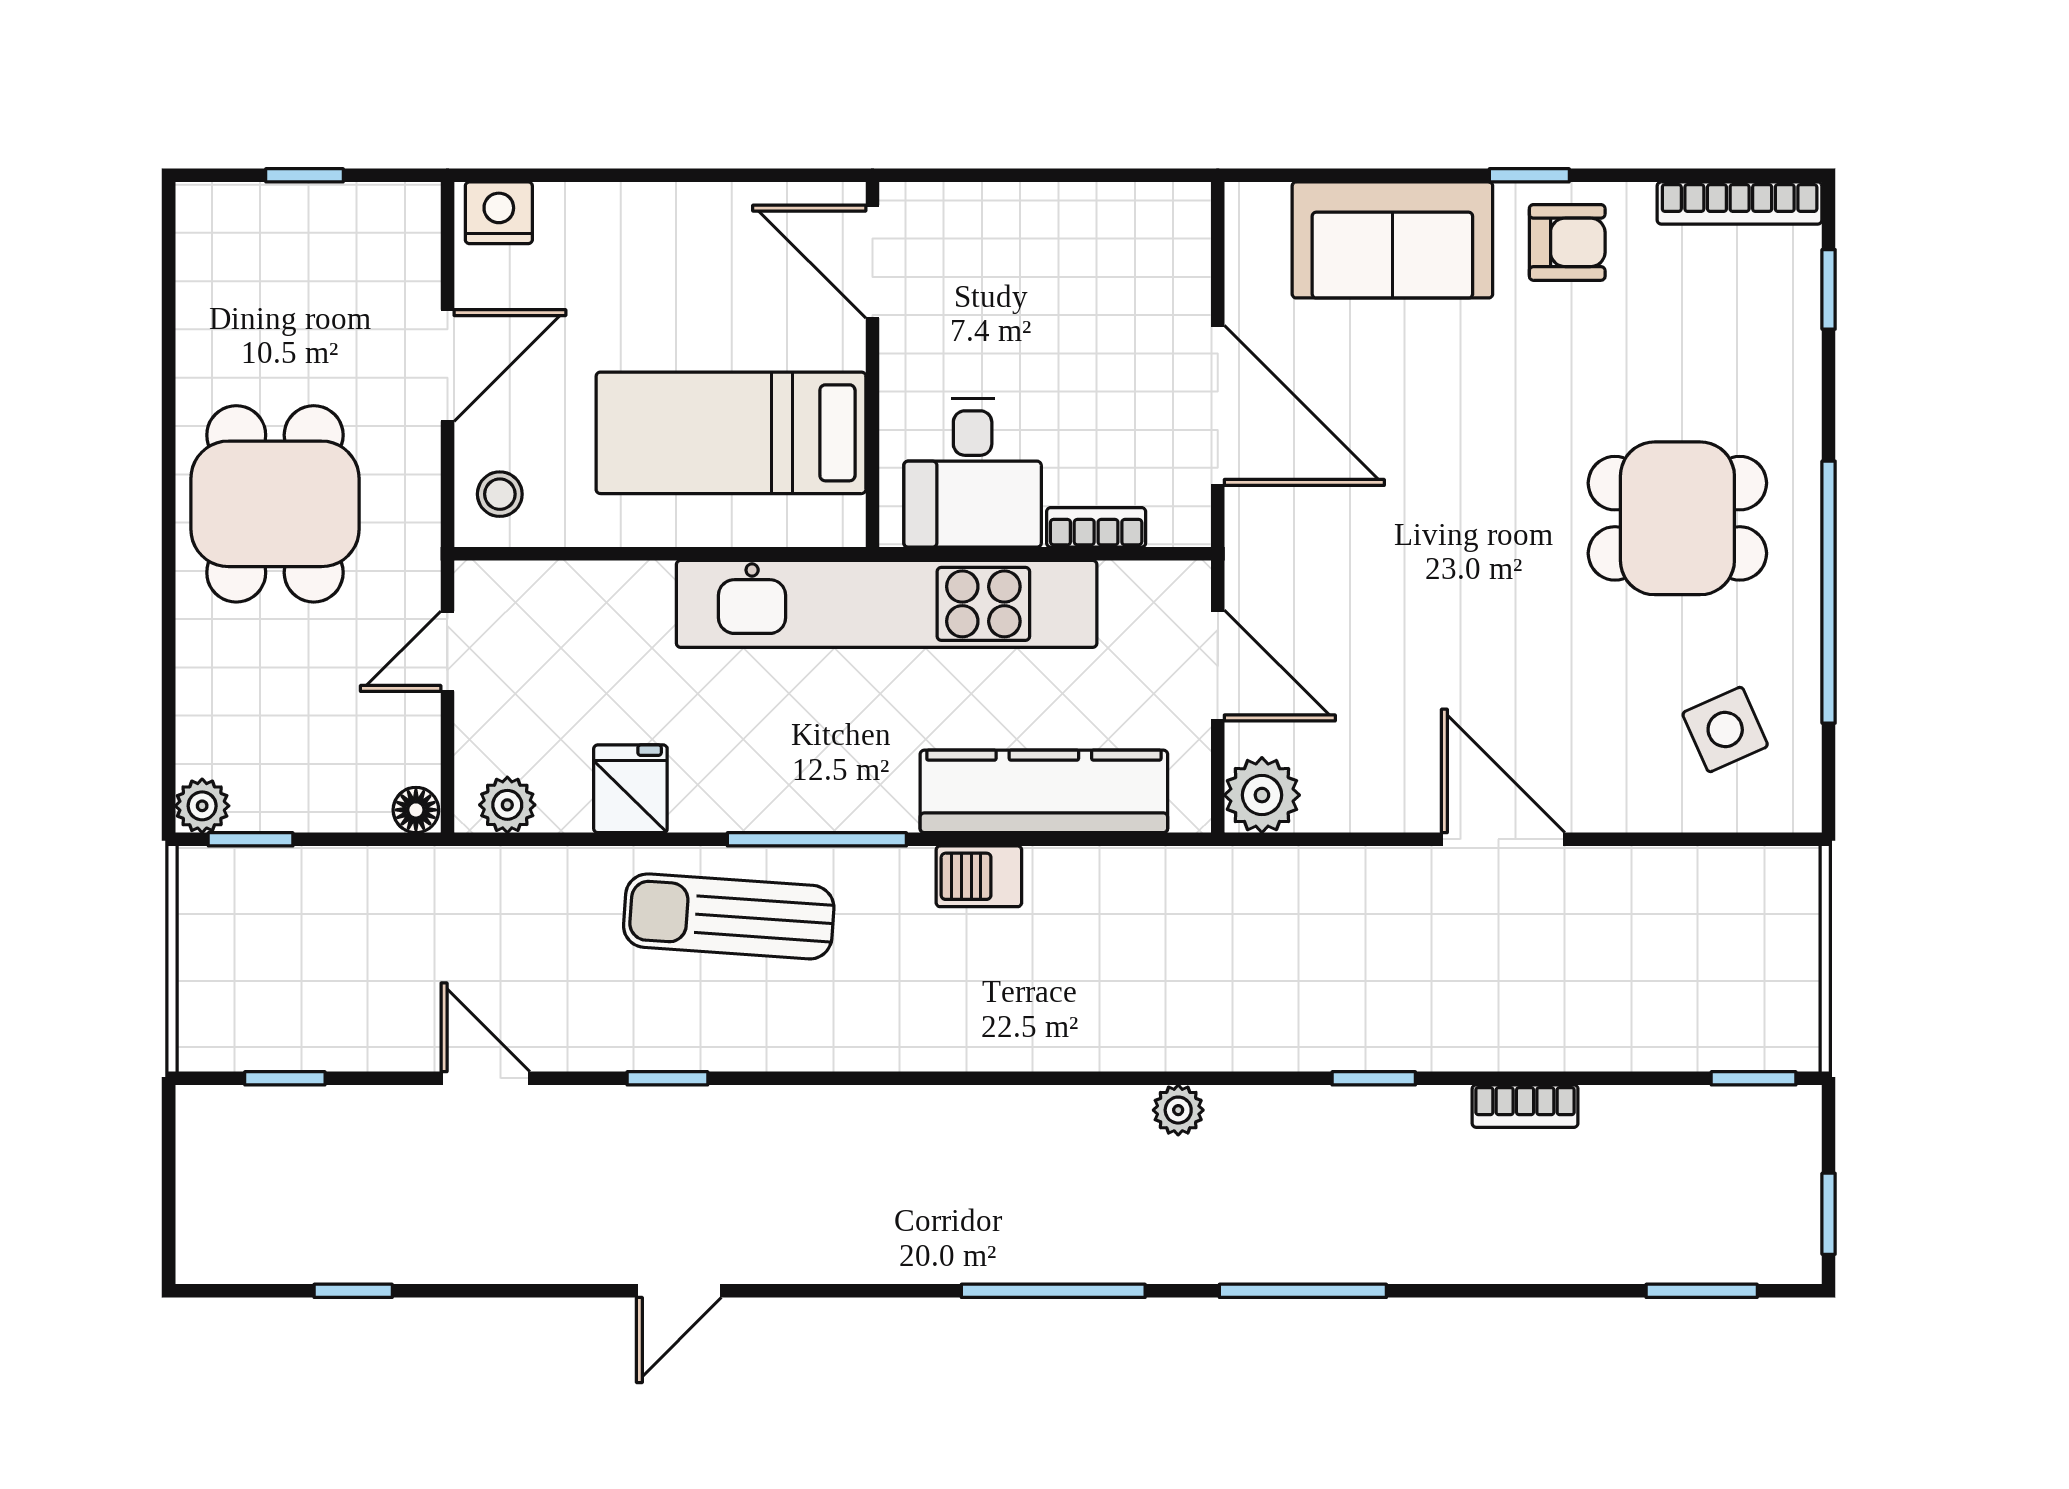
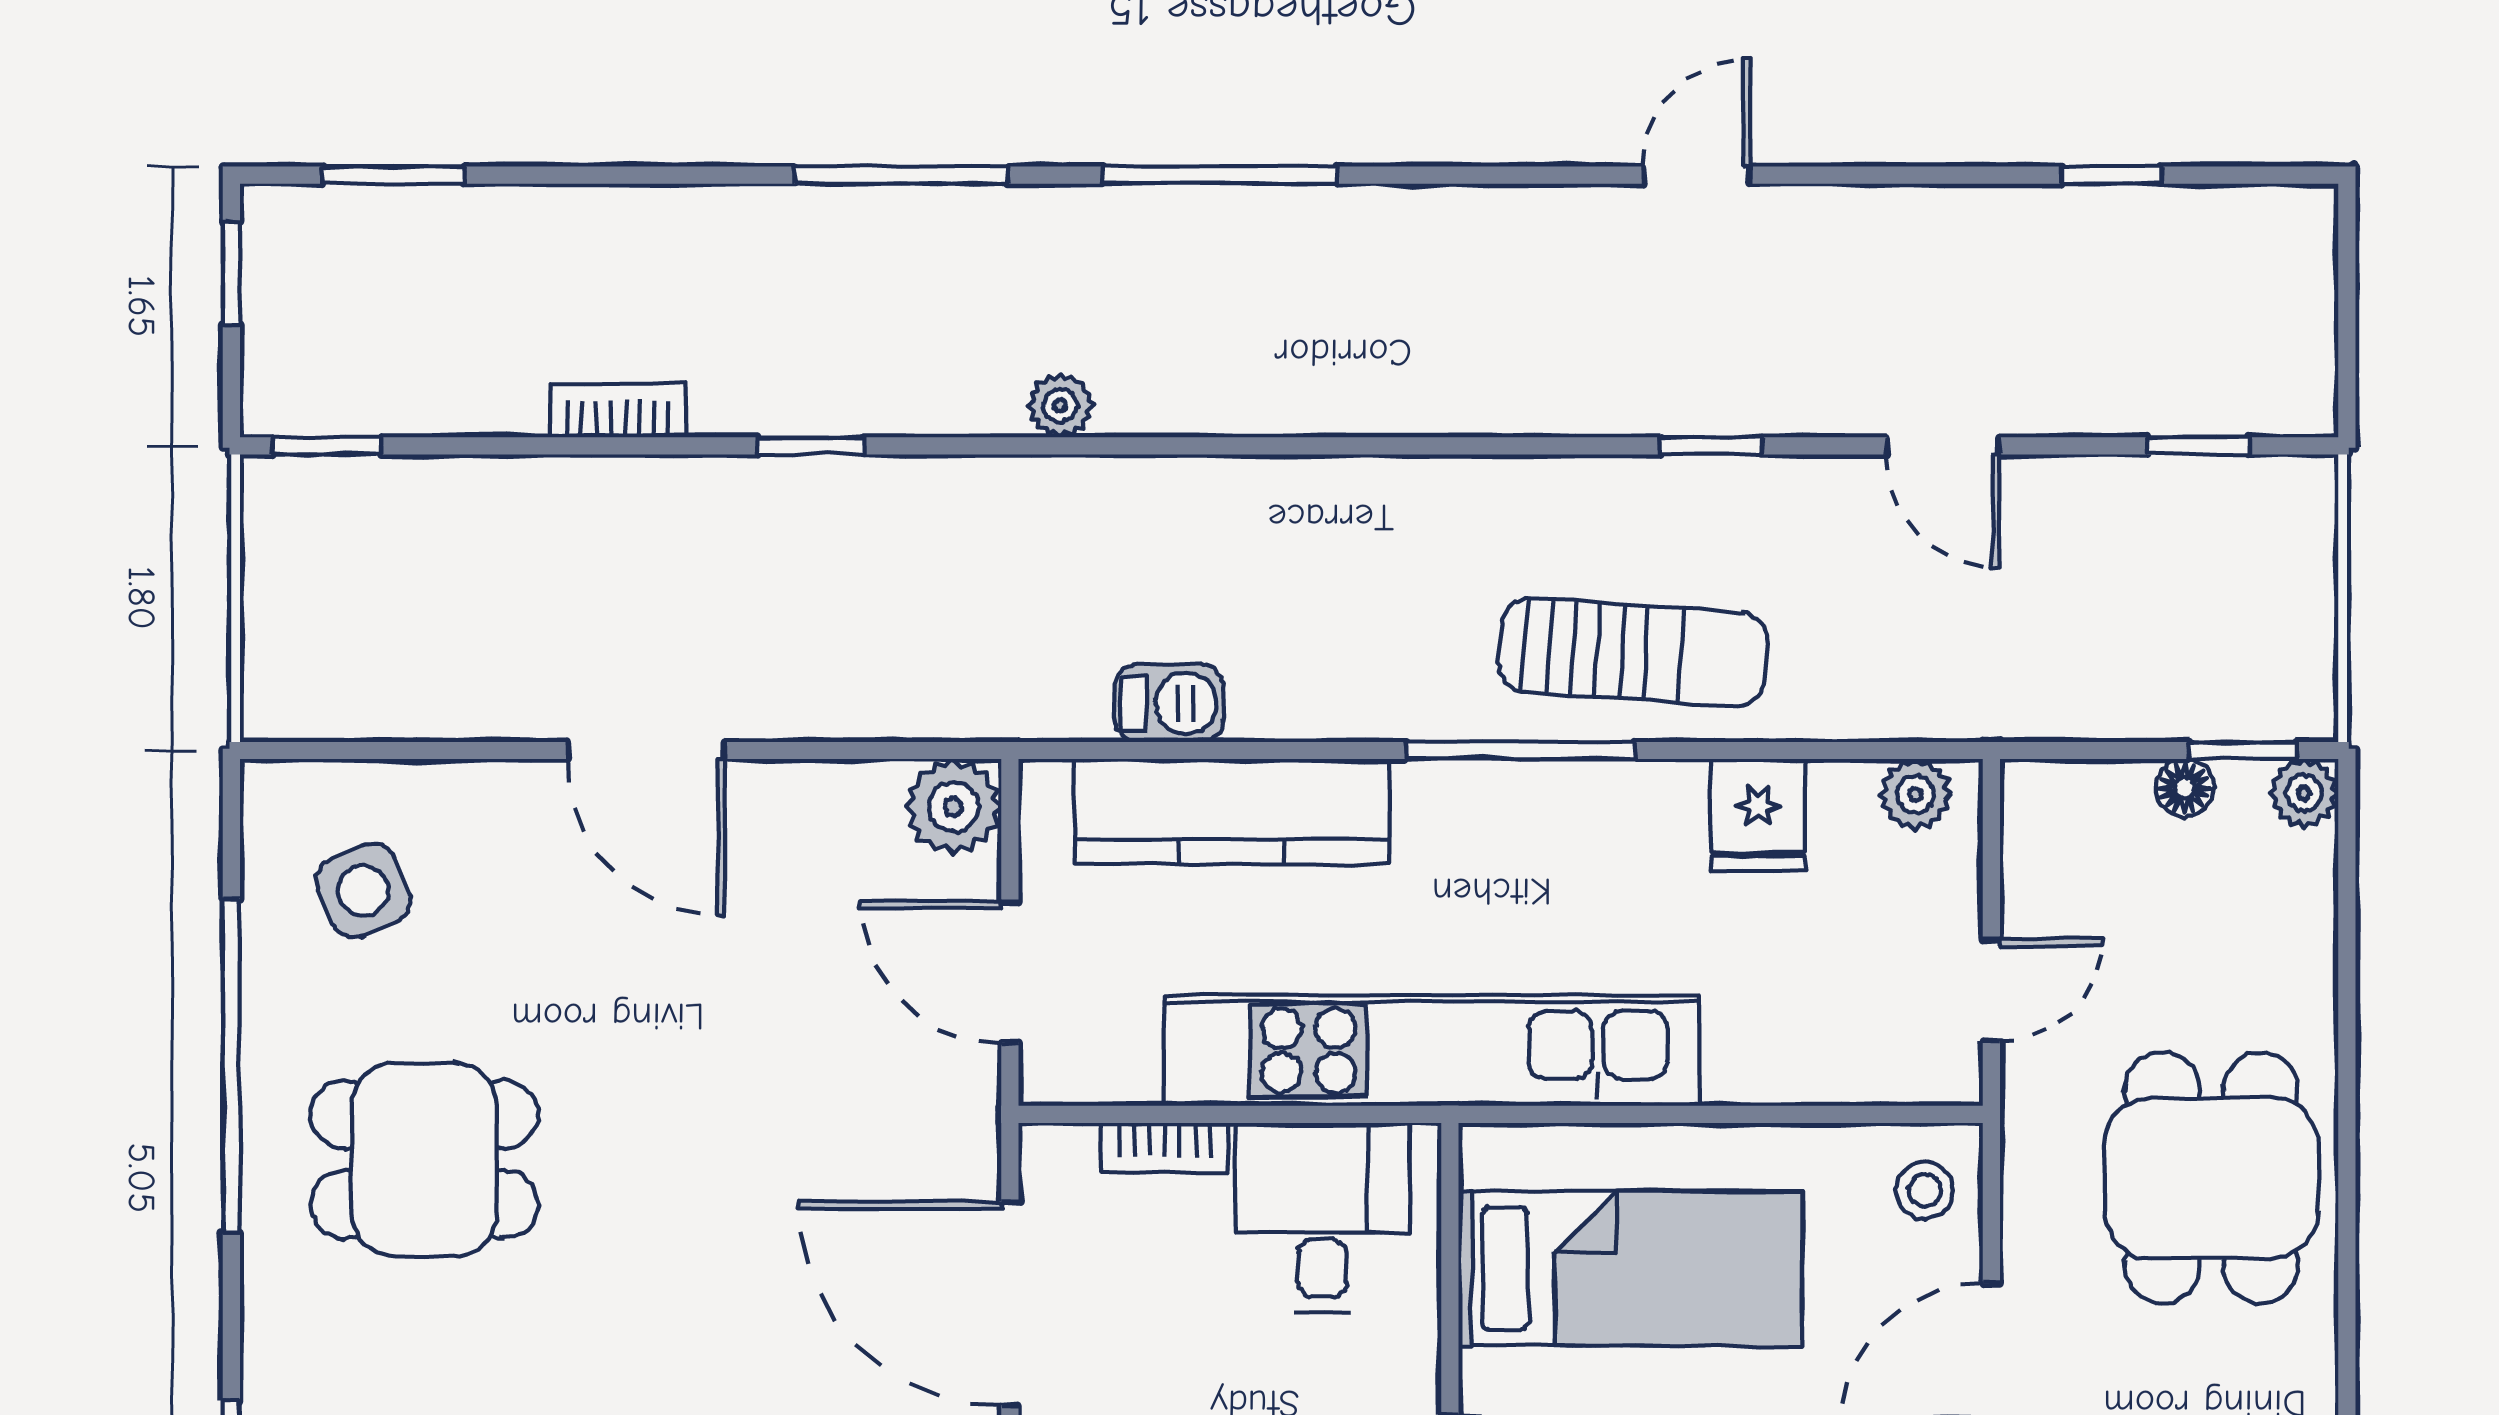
floor lamp: (416, 810) -> (2184, 788), moved
barbecue: (979, 876) -> (1169, 703), moved

